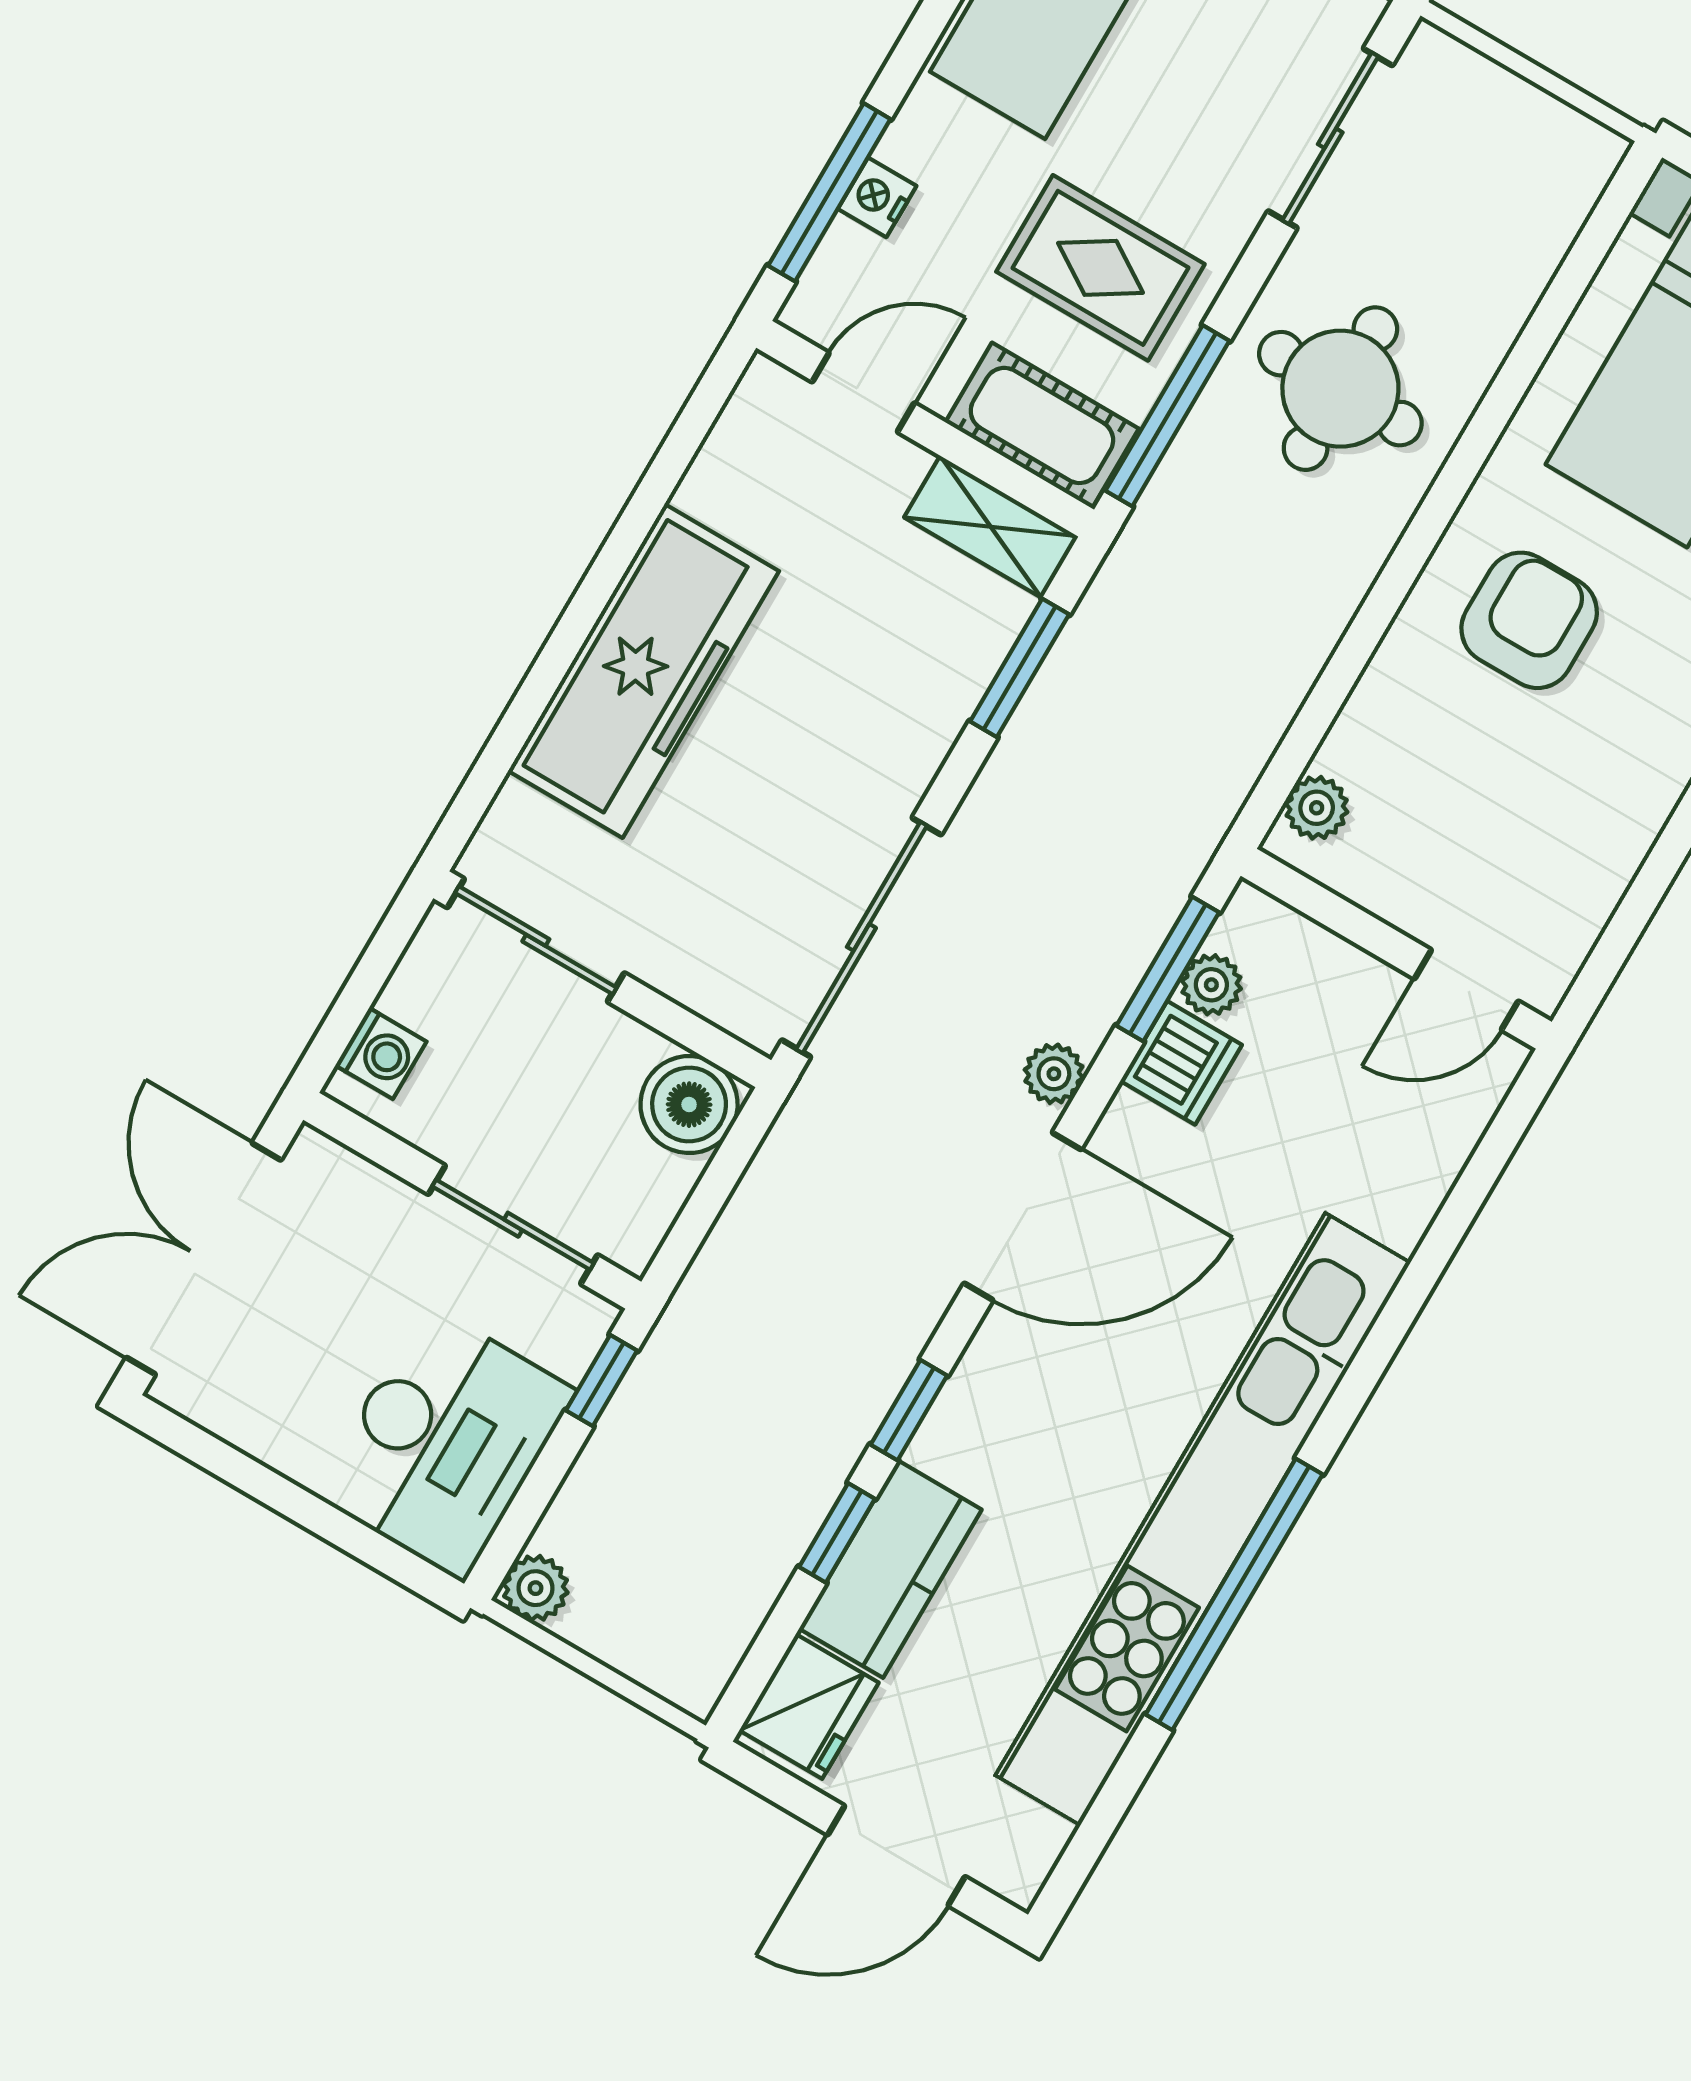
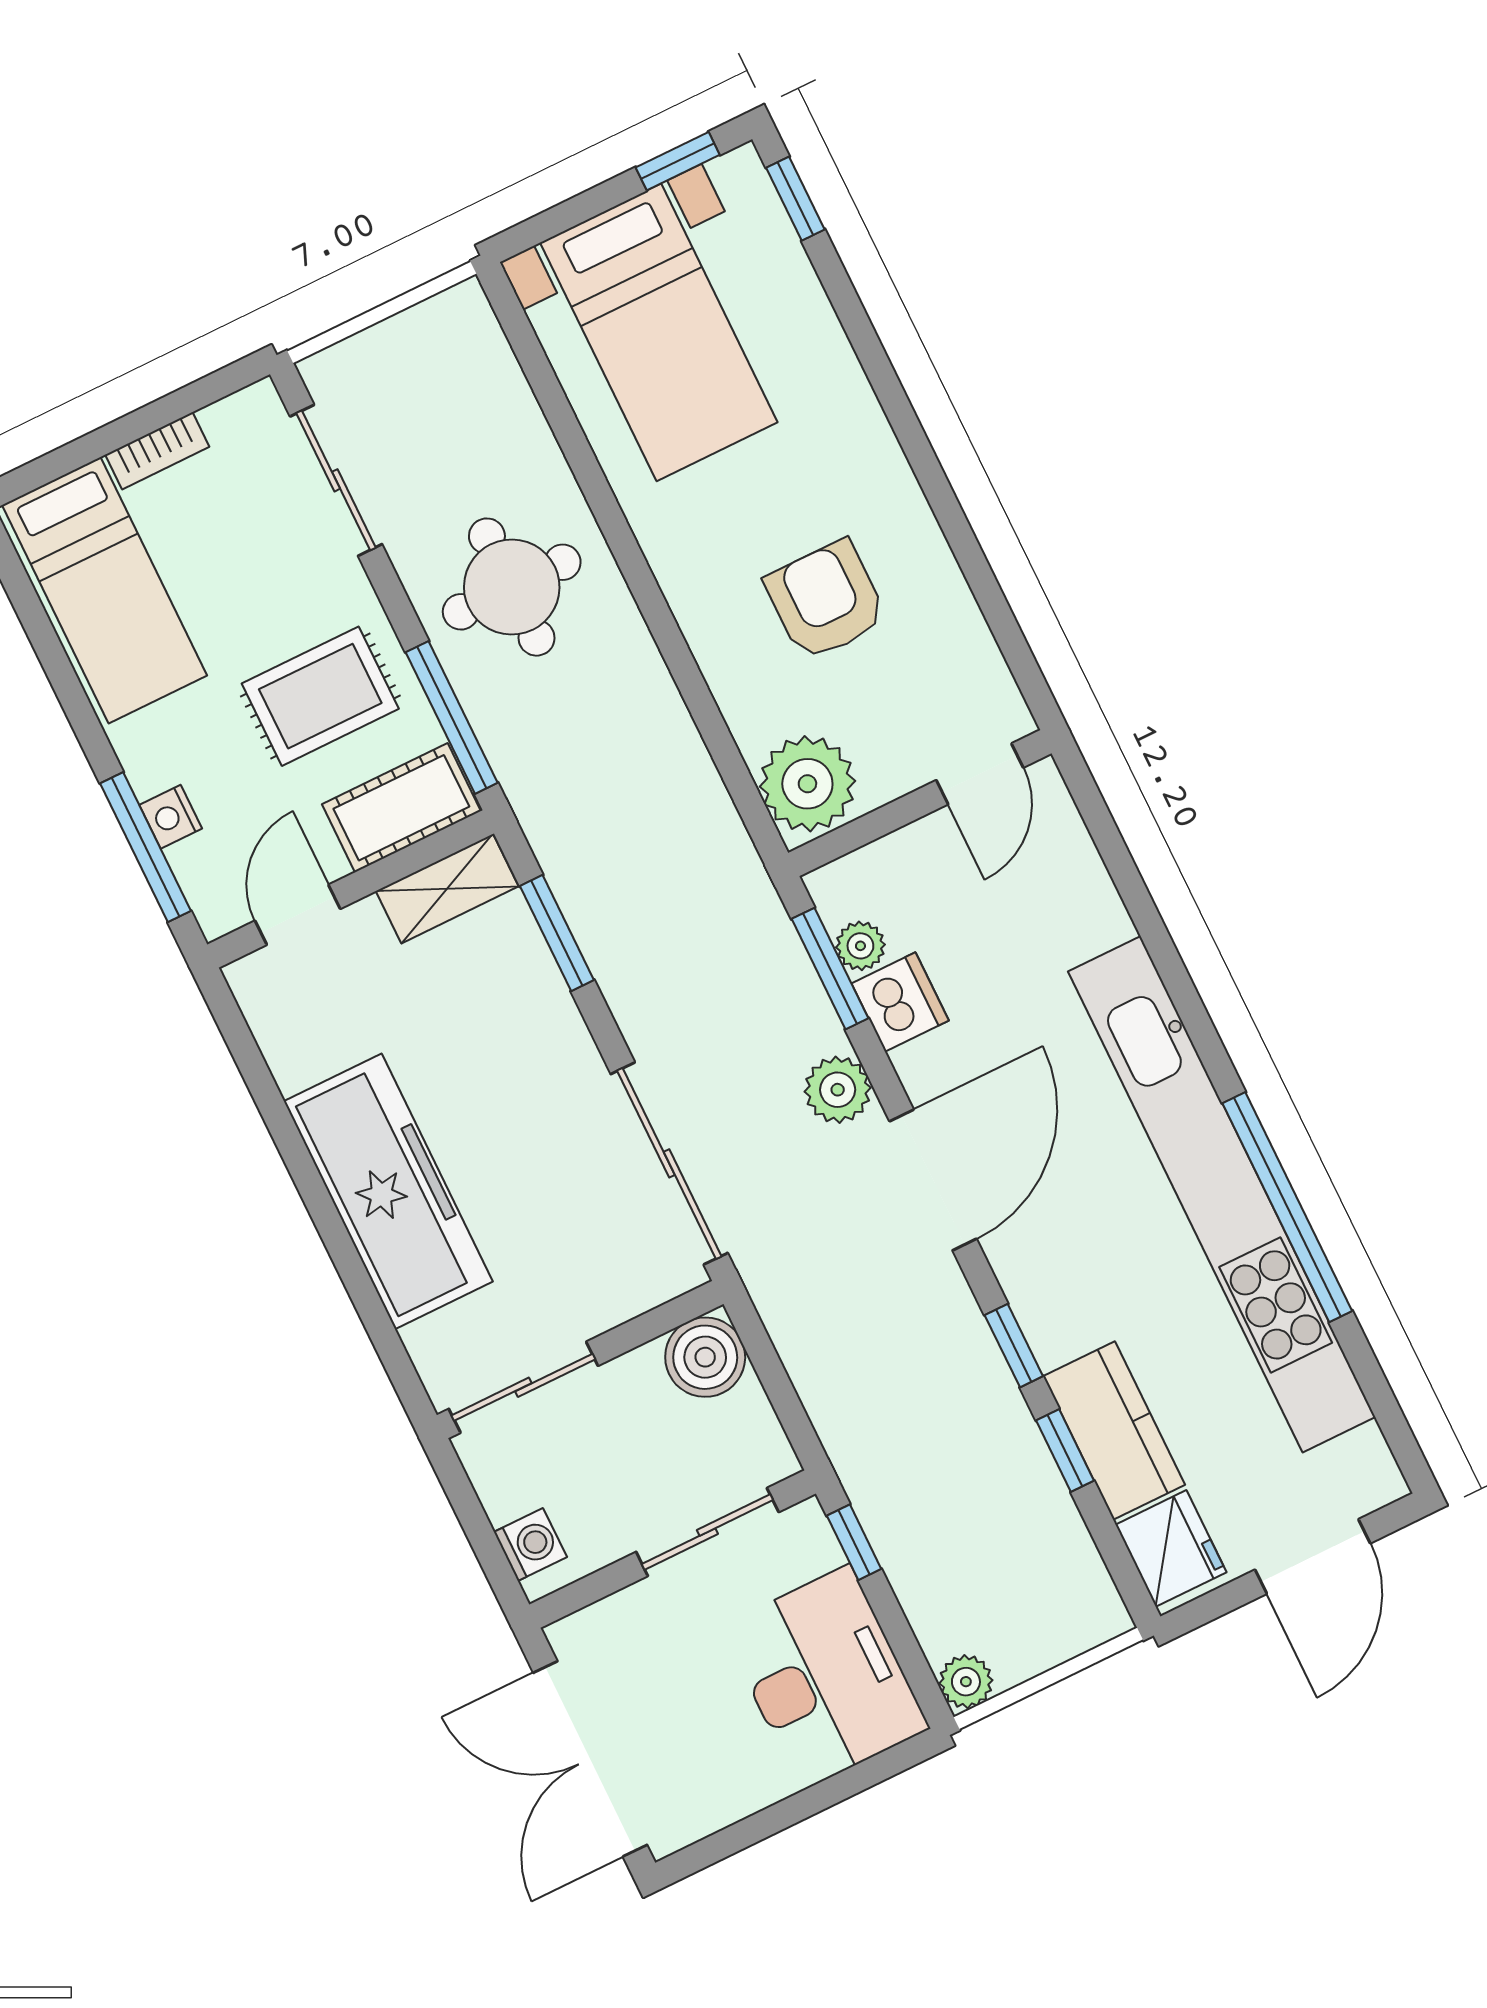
armchair: (1529, 620) -> (826, 600), moved
plant: (1317, 808) -> (807, 784), width x1.87, depth x1.87
plant: (1054, 1074) -> (838, 1090), width x1.38, depth x1.38

